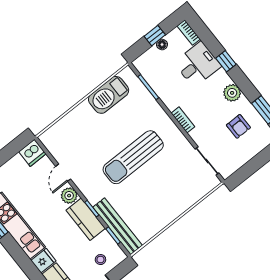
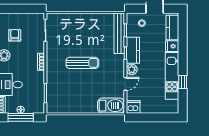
window: (155, 36) -> (21, 117), width x2.17
barbecue: (109, 95) -> (111, 106), moved
sun lounger: (133, 157) -> (82, 63), width x0.73, depth x0.75

